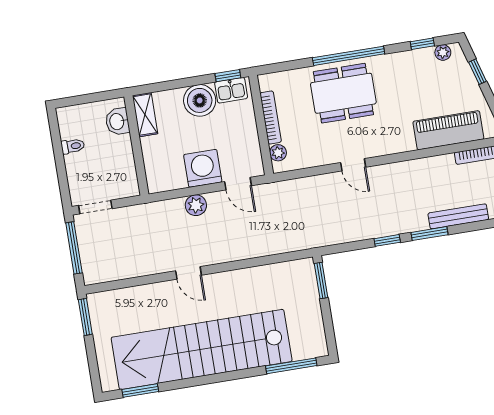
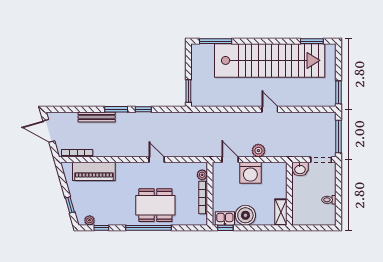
washbasin: (117, 121) -> (300, 169), moved, turned 90

